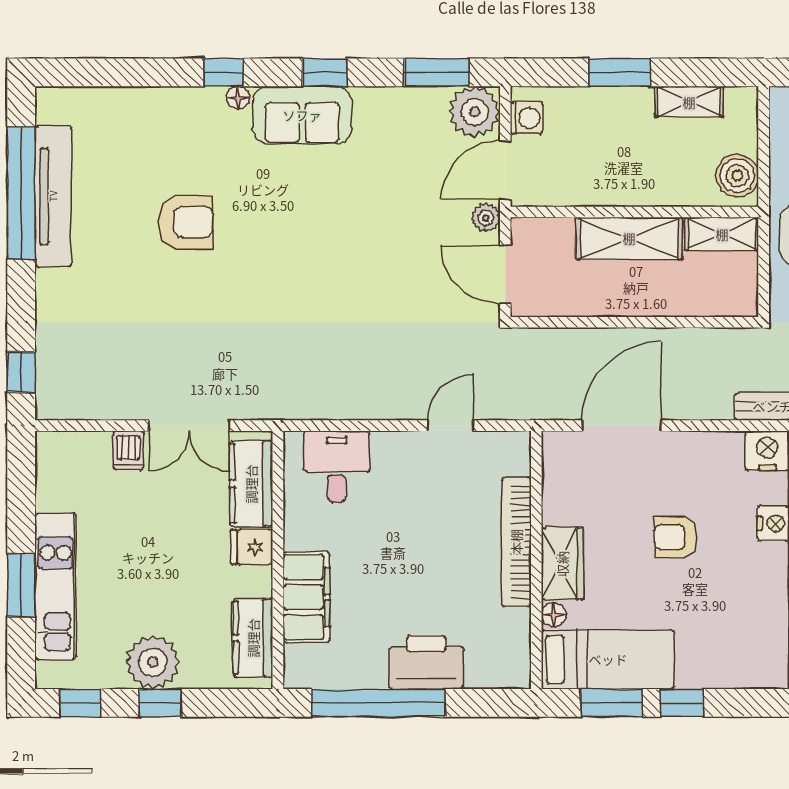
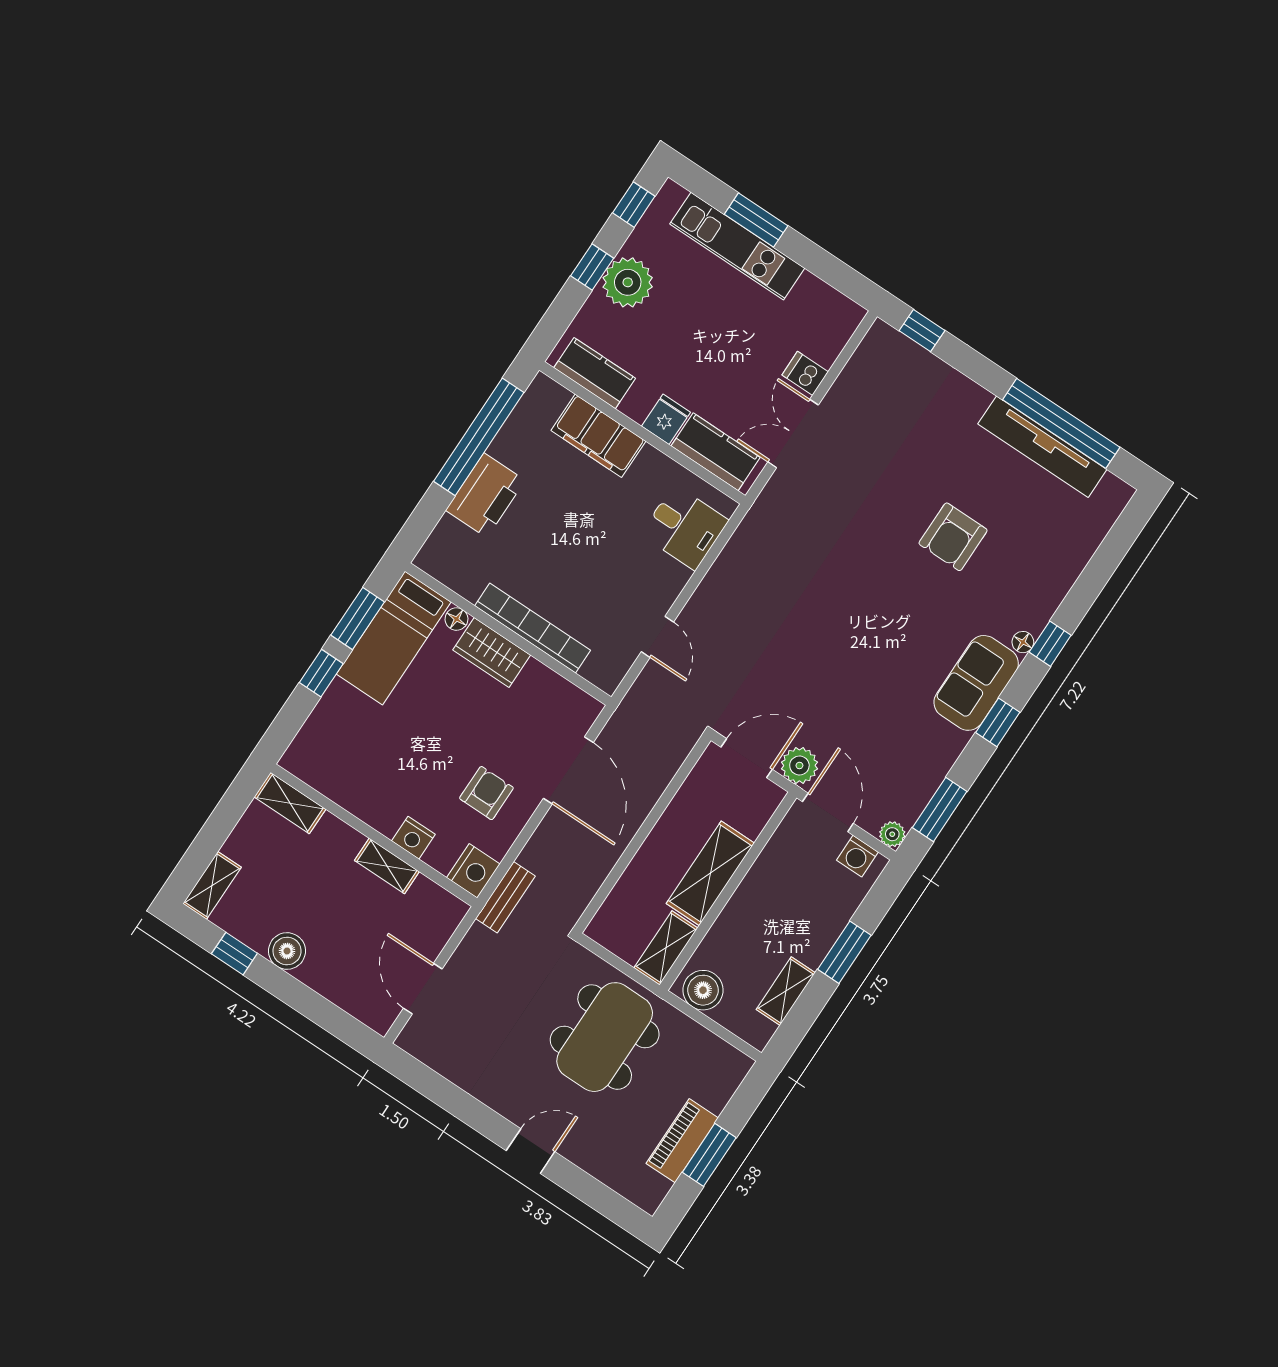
plant: (474, 112) -> (892, 834), width x0.53, depth x0.53
plant: (486, 218) -> (799, 765), width x1.38, depth x1.38
armchair: (676, 537) -> (486, 793), moved

